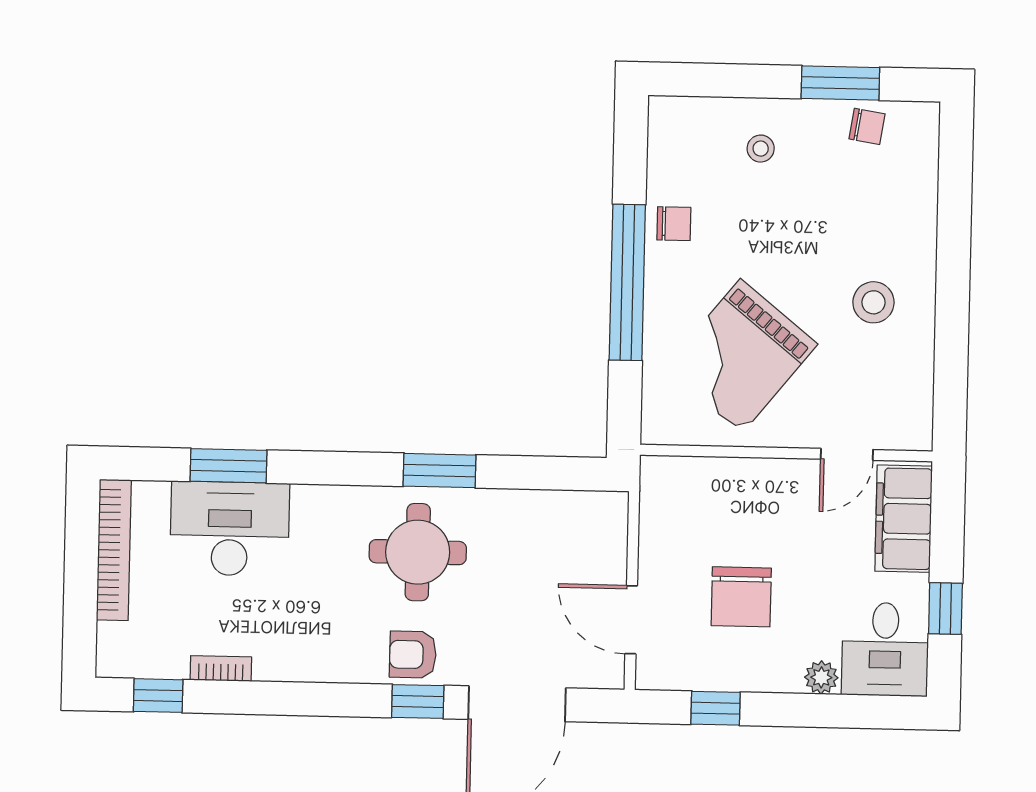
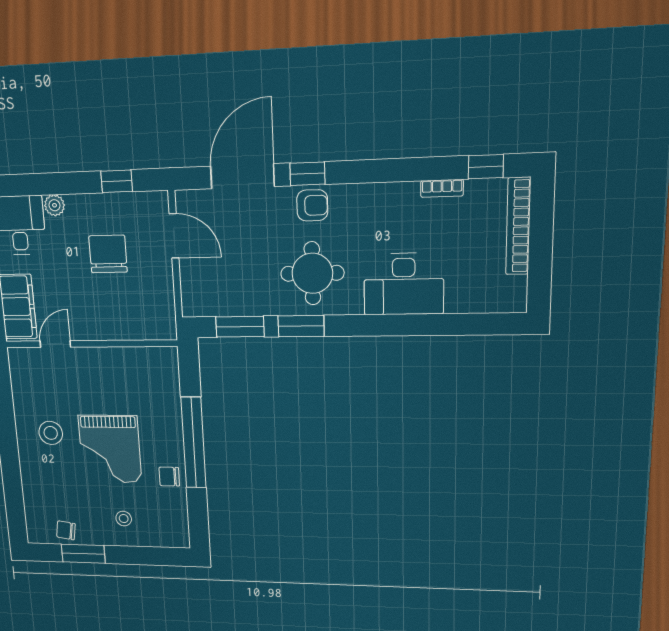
grand piano: (741, 356) -> (110, 449), moved, turned 141
window: (228, 466) -> (240, 327), moved
desk: (230, 529) -> (404, 284), moved
bookcase: (114, 550) -> (518, 226), moved

